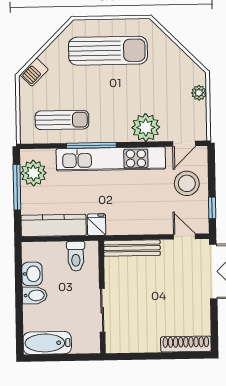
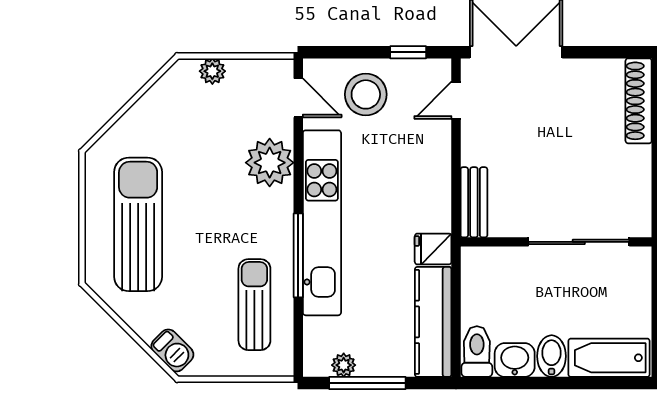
plant: (33, 173) -> (344, 365), width x0.53, depth x0.53
bench: (132, 248) -> (474, 202), width x0.73
toilet: (76, 256) -> (477, 352), moved, turned -90
sliding door: (102, 310) -> (579, 242), width x1.37
bathtub: (47, 343) -> (609, 358), moved, turned 90

